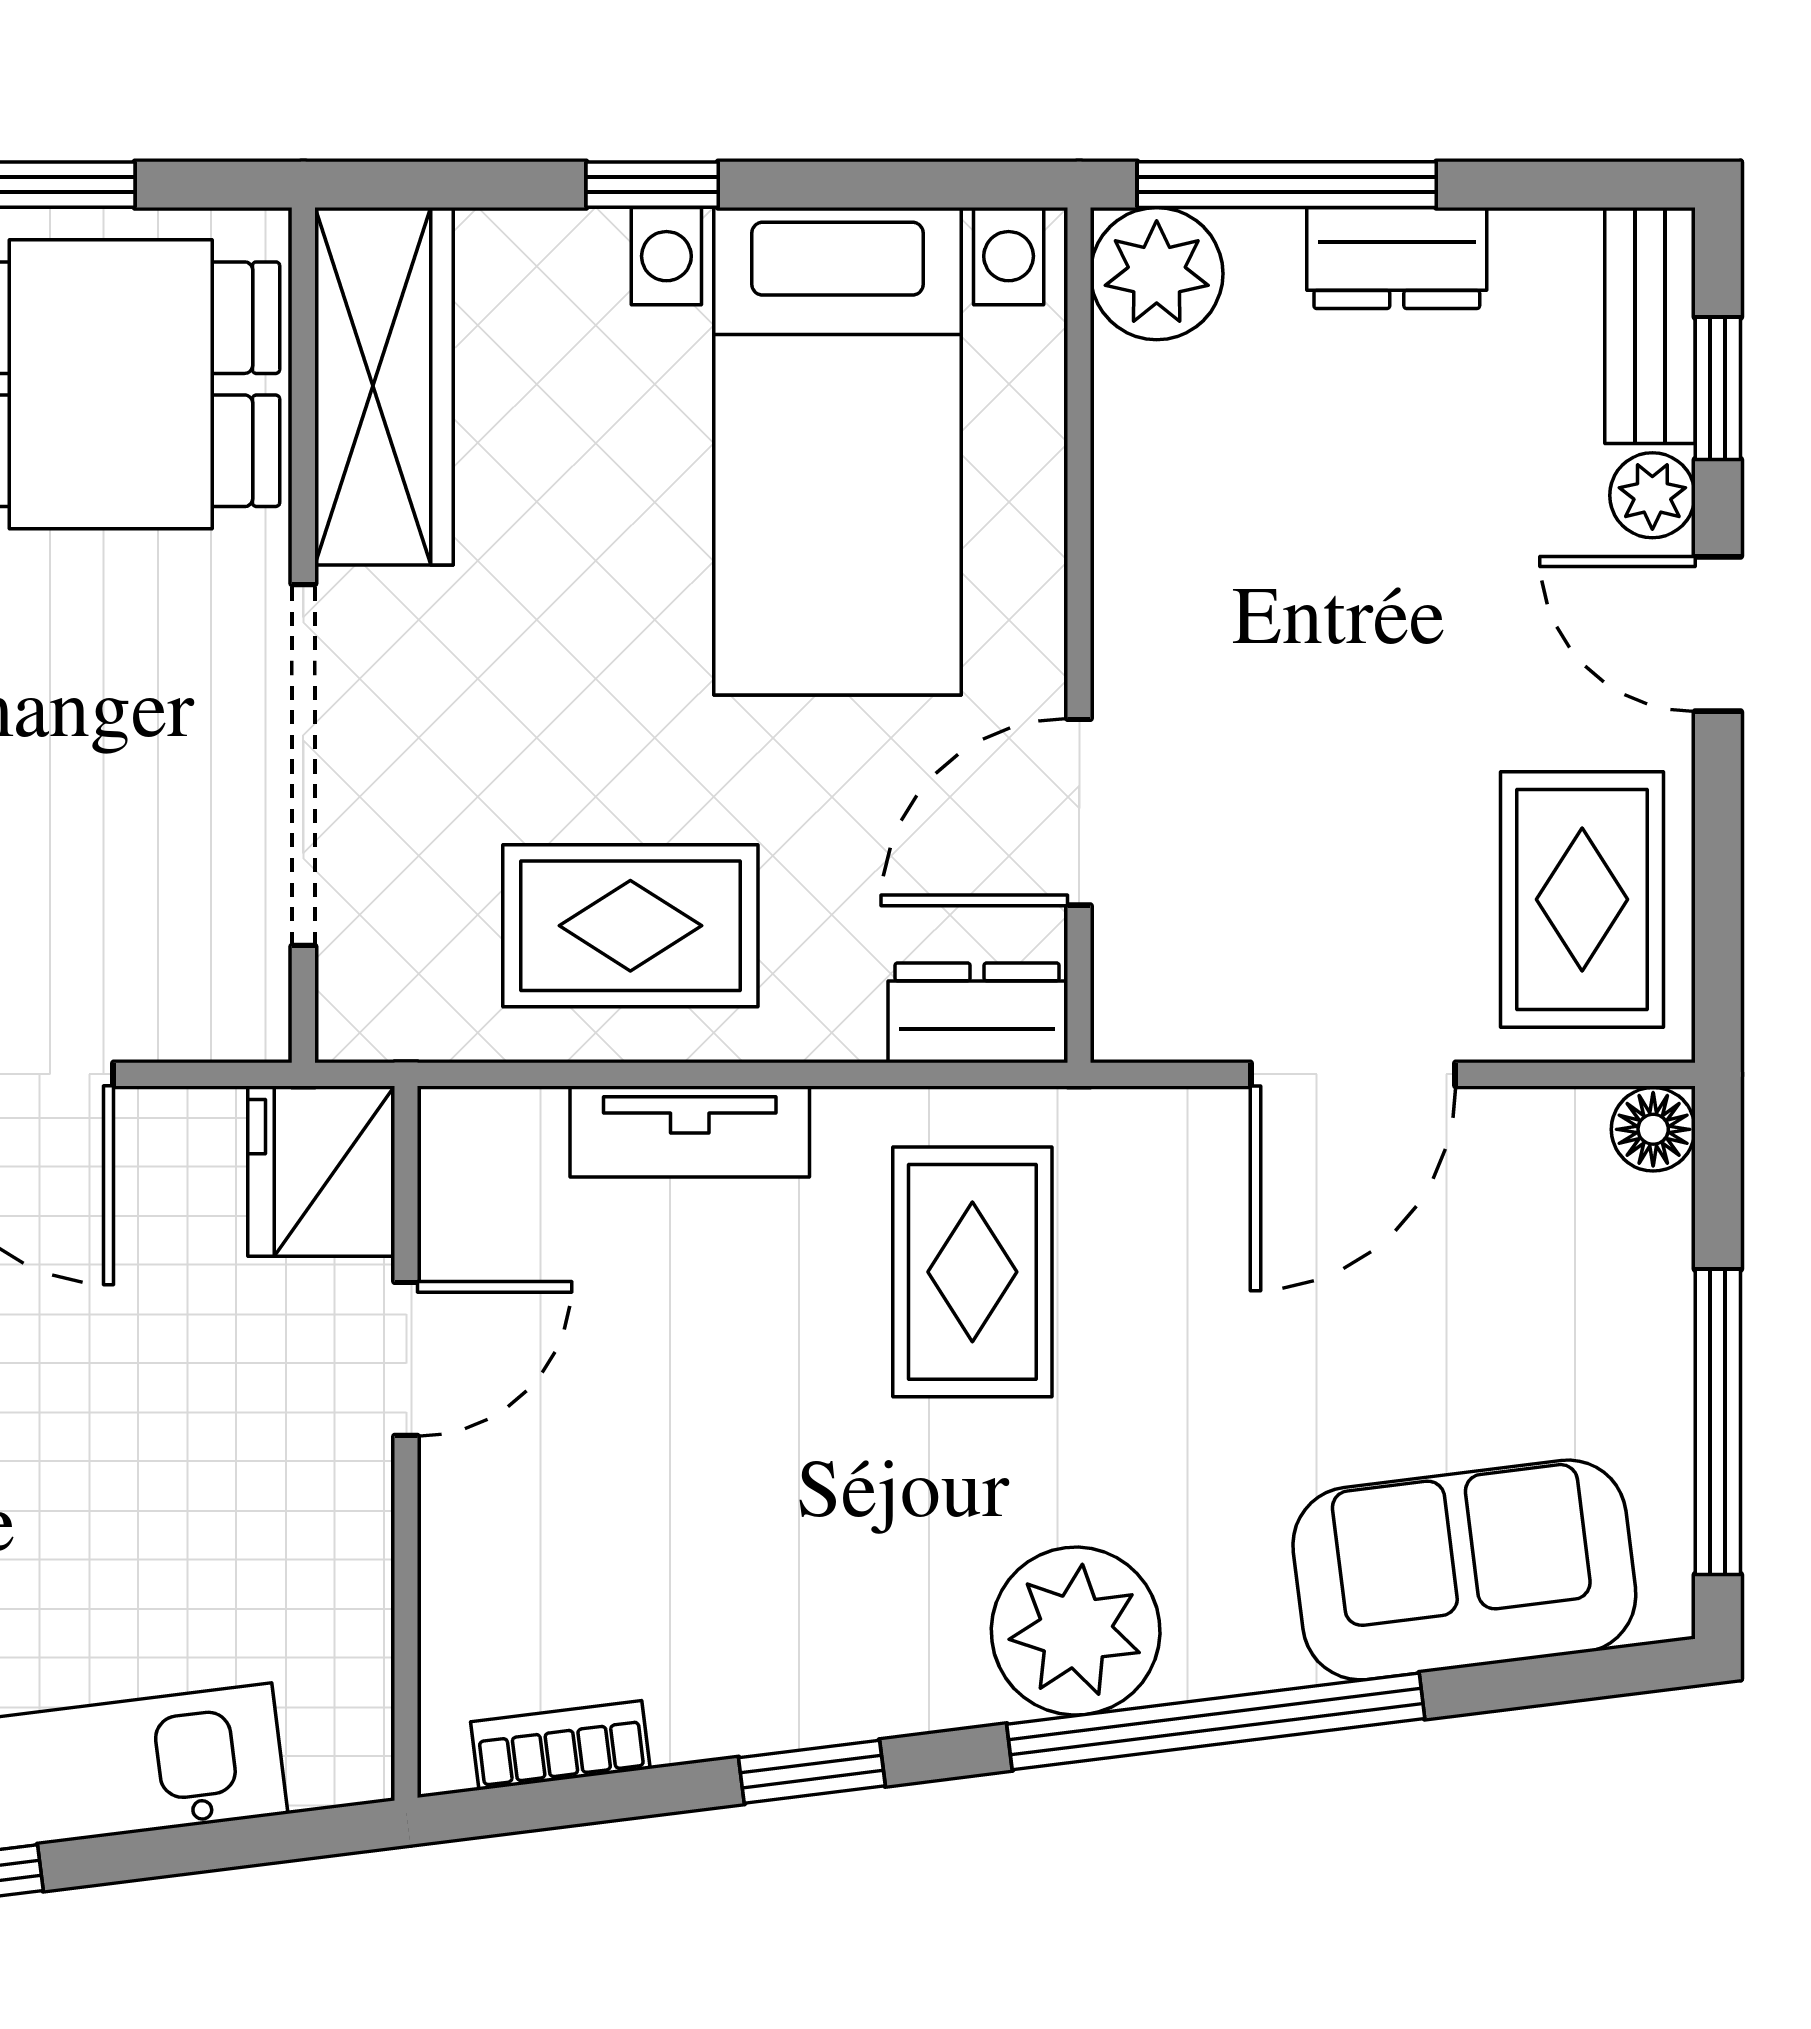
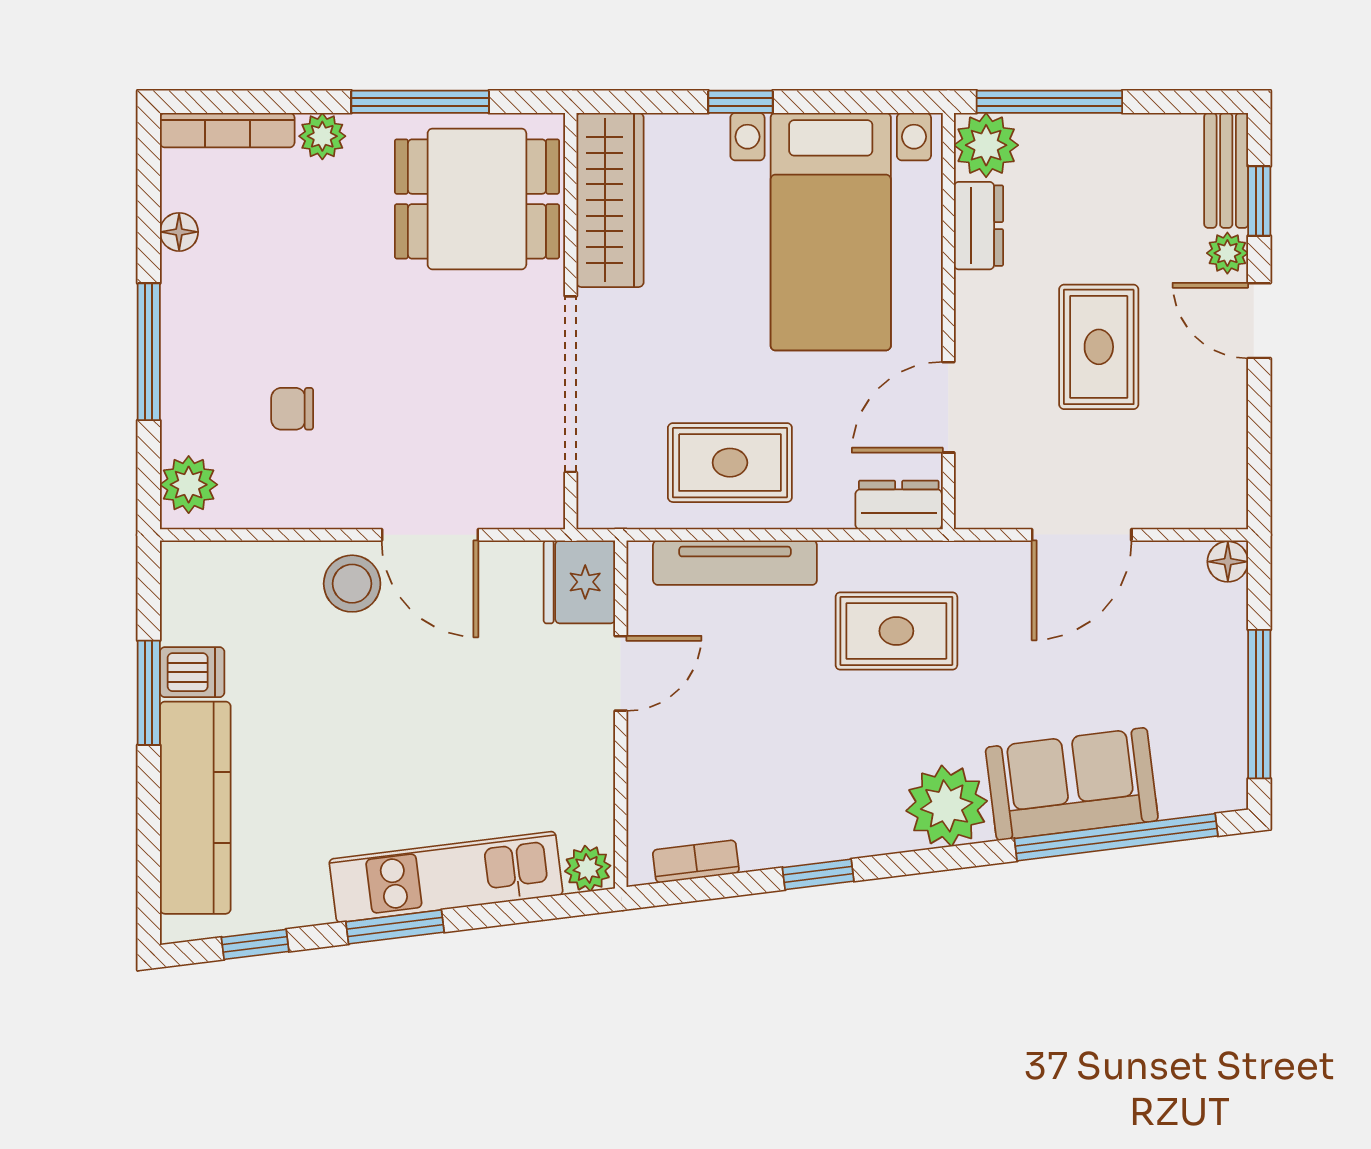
dresser: (1397, 258) -> (978, 226), moved, turned -90
rug: (1582, 899) -> (1099, 347), moved
tv unit: (690, 1131) -> (735, 563), width x1.41
rug: (972, 1272) -> (896, 631), turned 90
sofa: (1464, 1570) -> (1072, 784), moved
window: (1216, 1721) -> (1116, 837), moved
plant: (338, 1760) -> (588, 868), added

